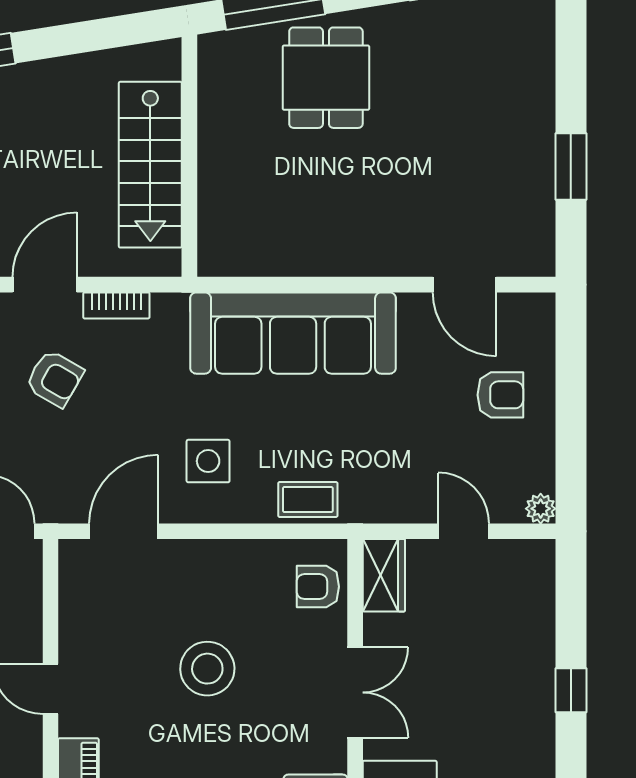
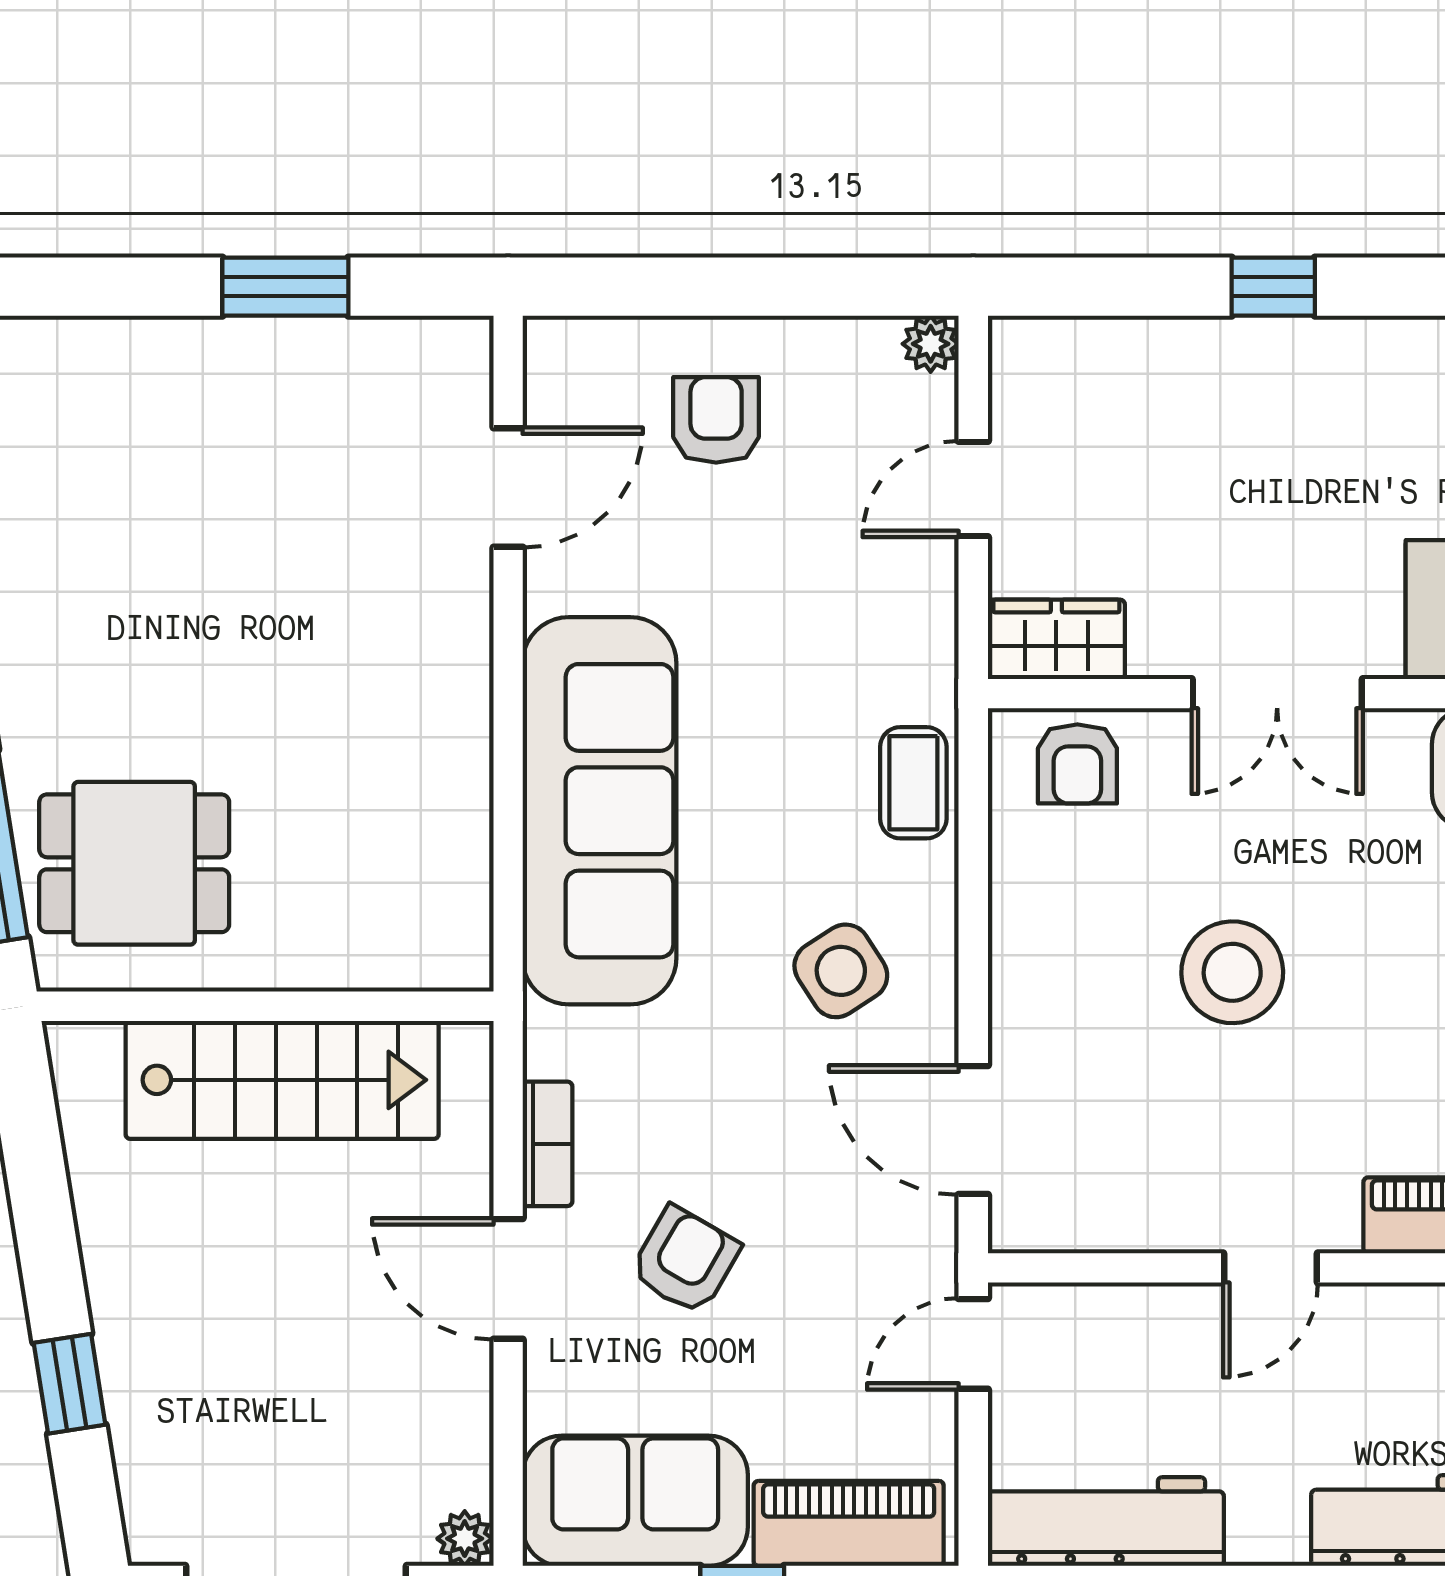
dining table: (326, 78) -> (134, 863), moved
side table: (208, 461) -> (841, 971), turned -33
double door: (355, 692) -> (1277, 694), swing flipped

